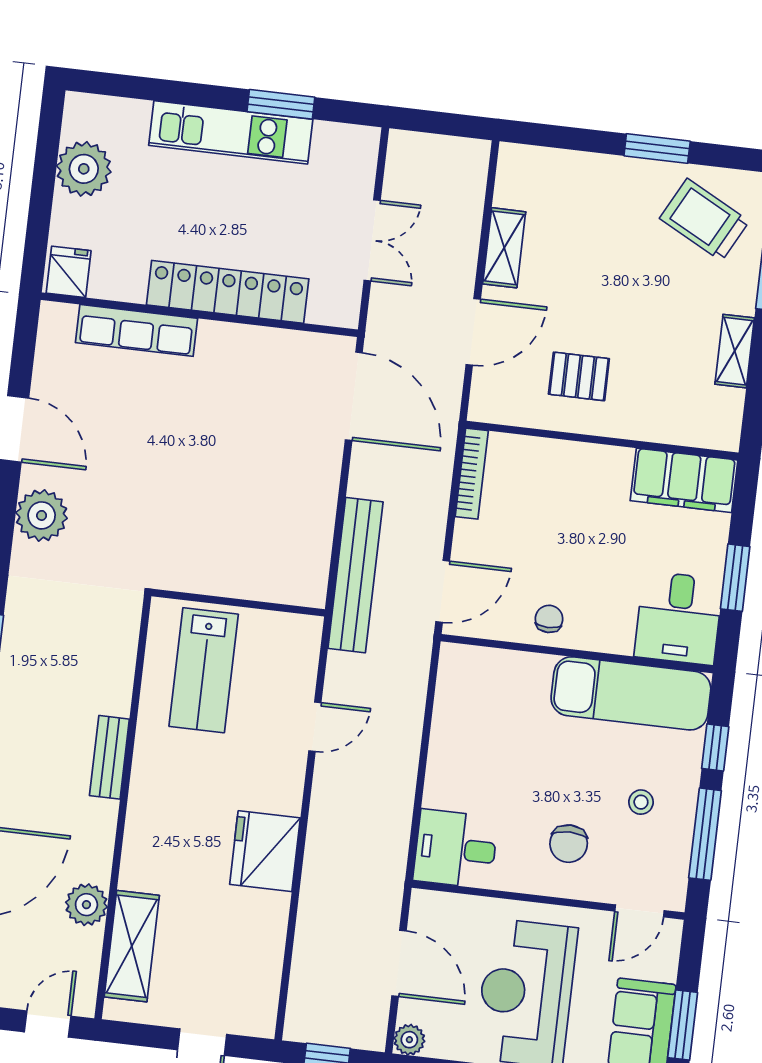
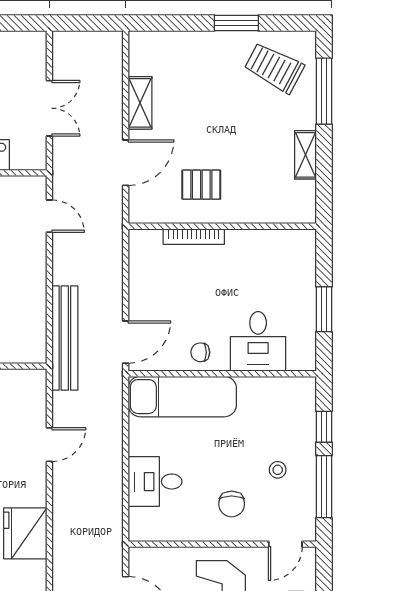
door: (354, 396) -> (49, 216), width x0.53
bookcase: (472, 474) -> (194, 237), moved, turned 90
filing cabinet: (684, 480) -> (281, 247), removed
desk: (679, 618) -> (258, 341), moved
chair: (549, 619) -> (200, 352), turned -90
exam couch: (631, 693) -> (182, 397), moved
desk: (456, 849) -> (155, 482), moved

